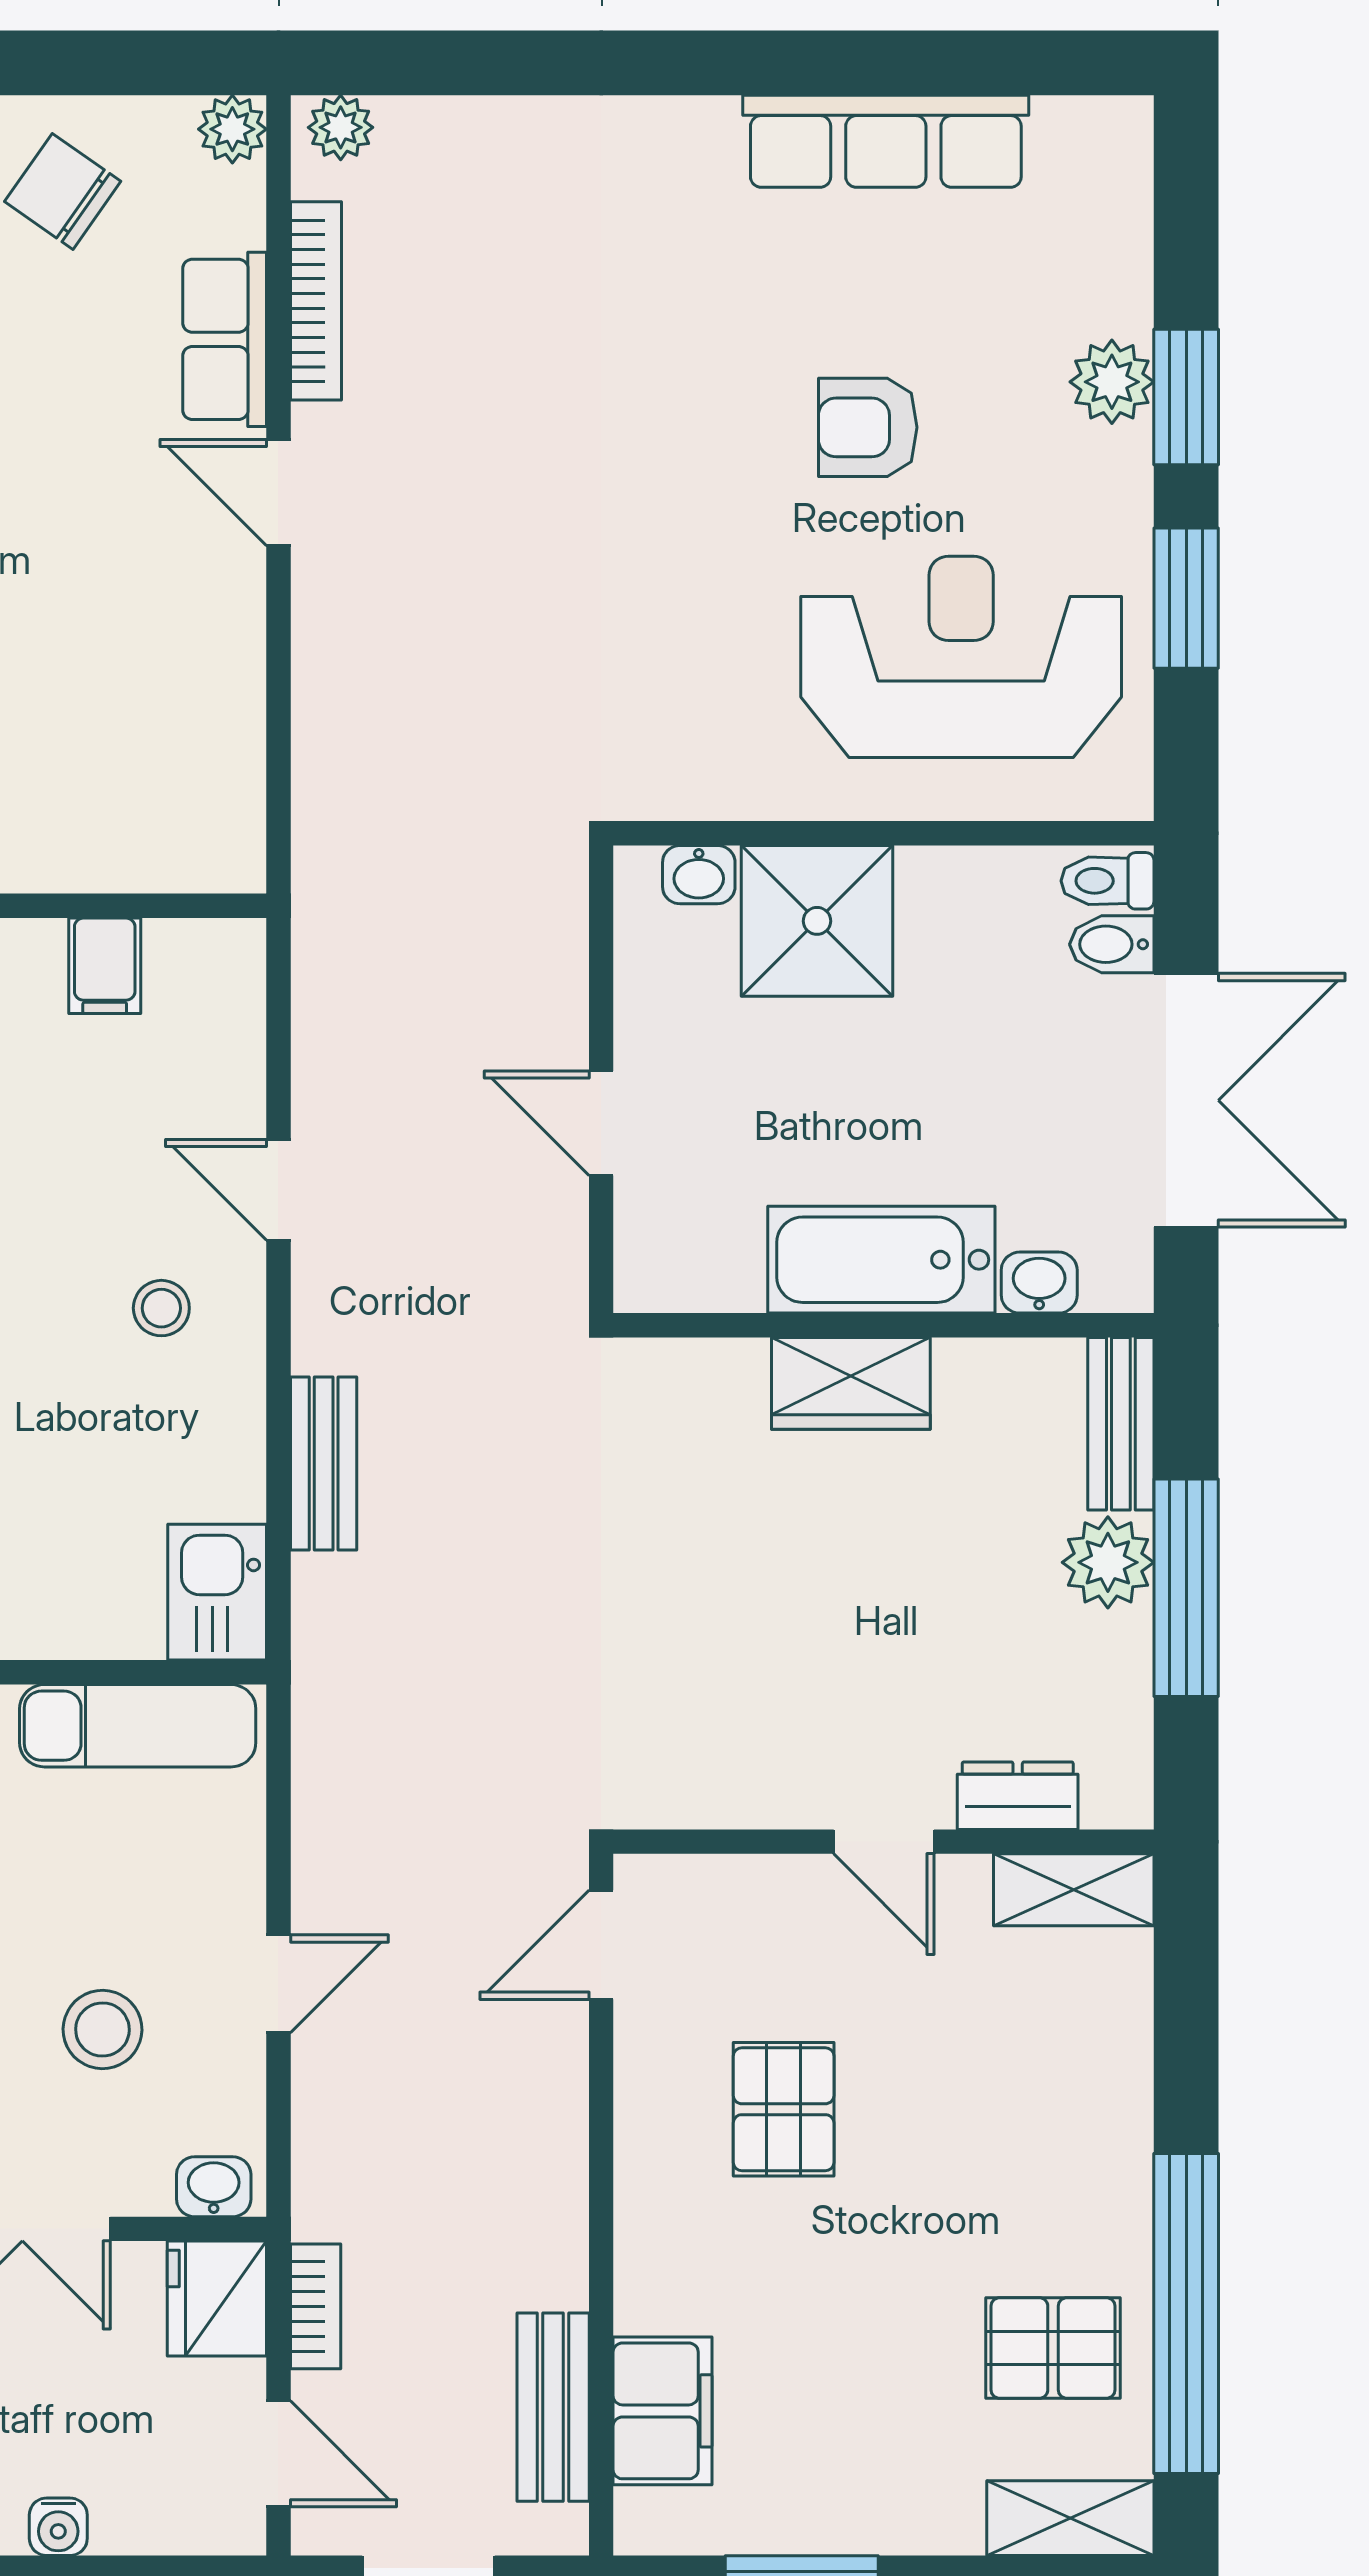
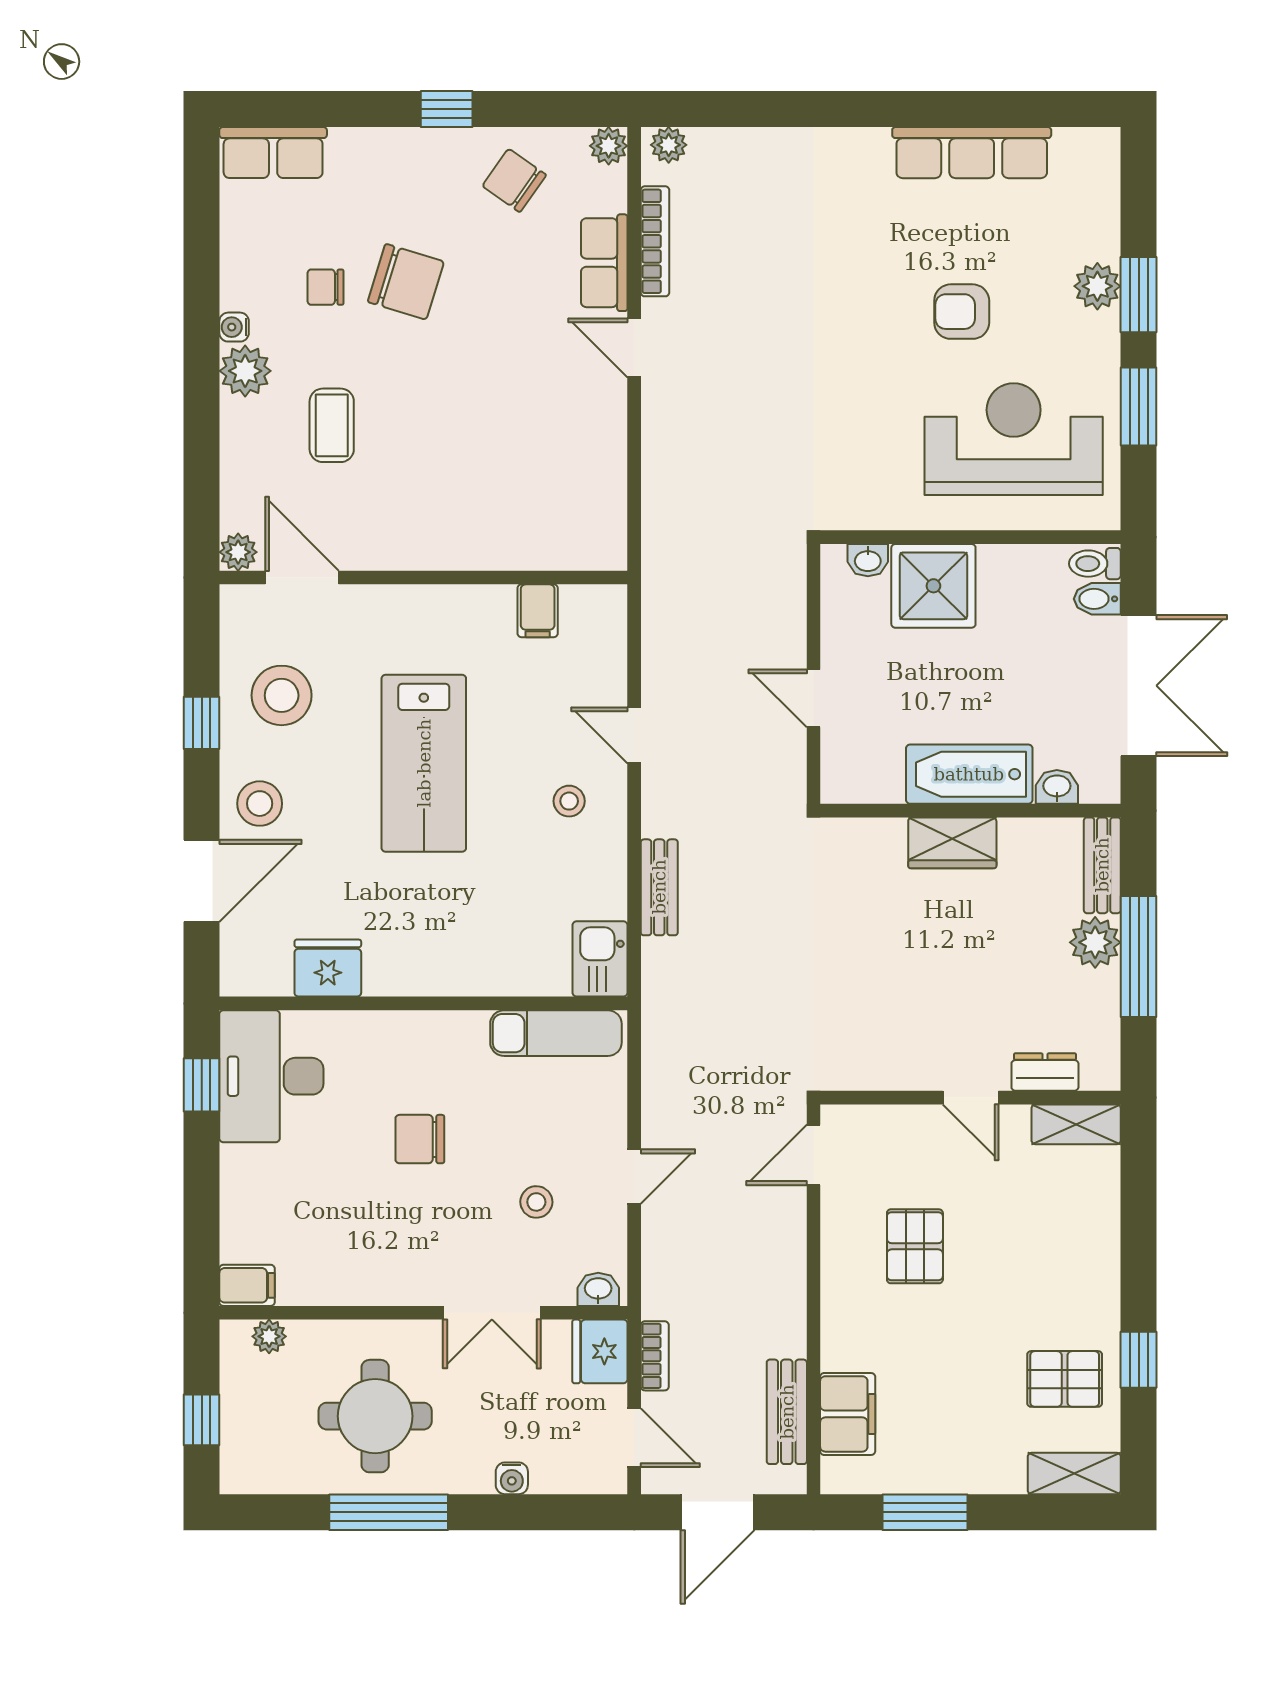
stool: (102, 2030) -> (536, 1202), width x0.73, depth x0.73
window: (1186, 2313) -> (1139, 1360), width x0.32

